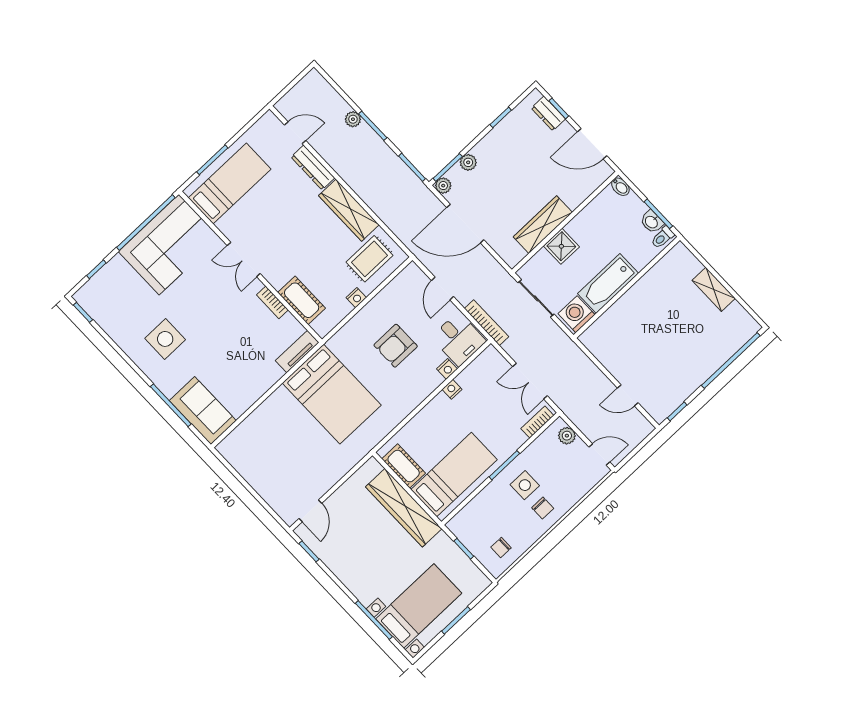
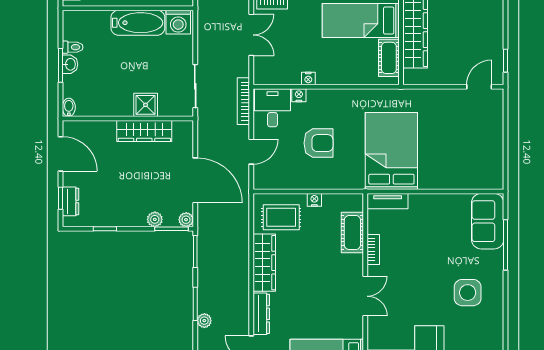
bathtub: (608, 283) -> (138, 23), moved
wall: (627, 287) -> (128, 8), moved
washing machine: (576, 314) -> (178, 22), moved

